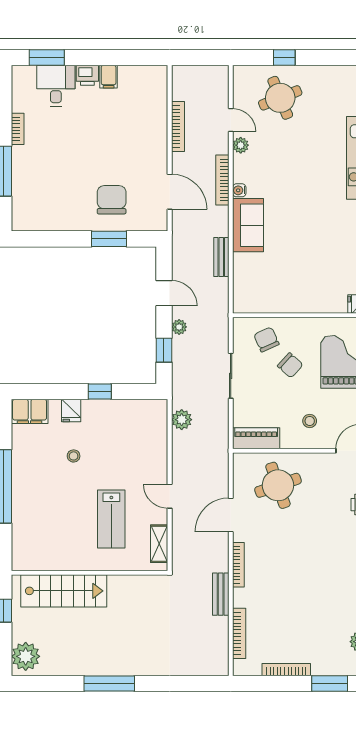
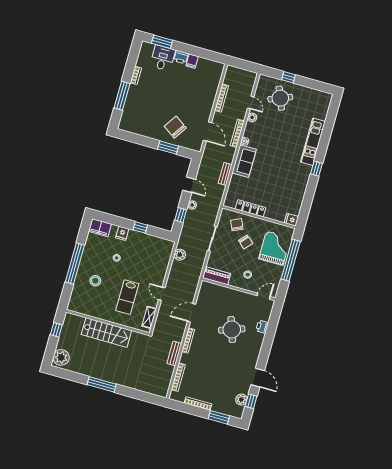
chair: (112, 200) -> (175, 127), turned -56
locker: (282, 304) -> (250, 208), added
round table: (278, 485) -> (232, 329), moved
stool: (48, 506) -> (95, 281), added
stairs: (64, 591) -> (106, 333), moved

